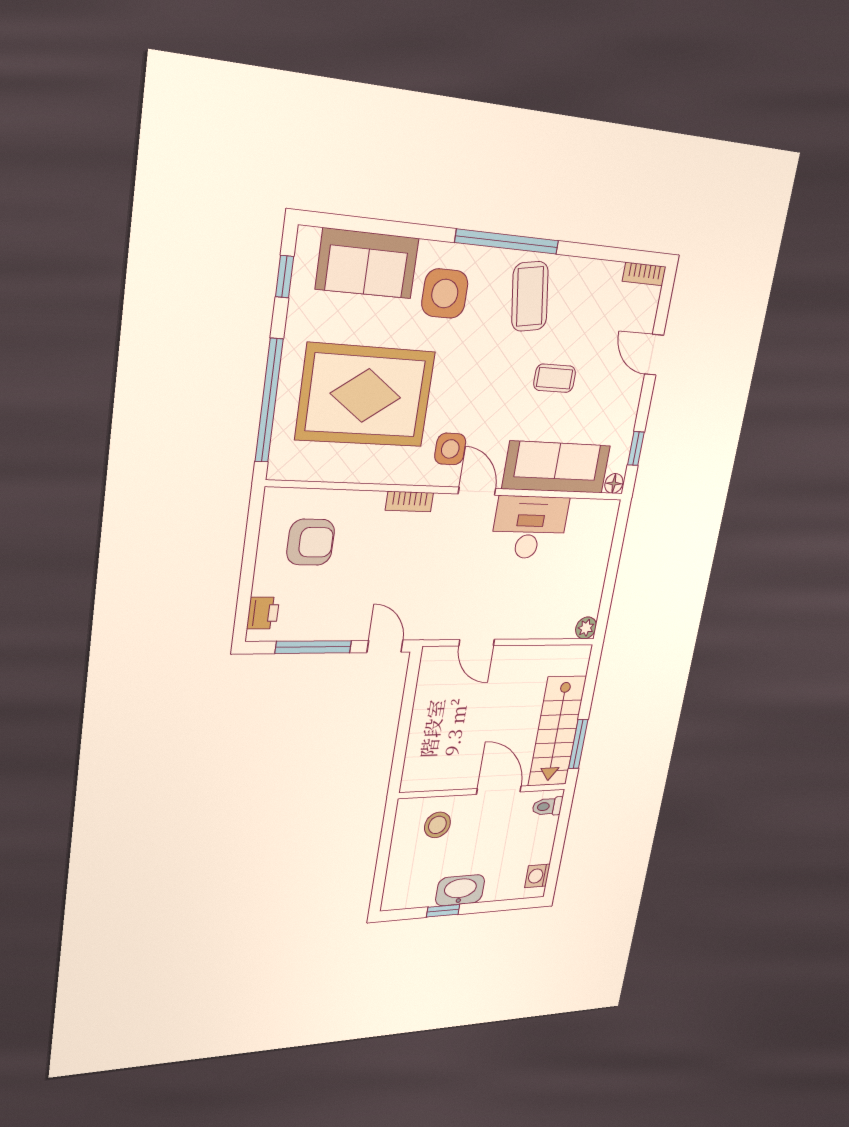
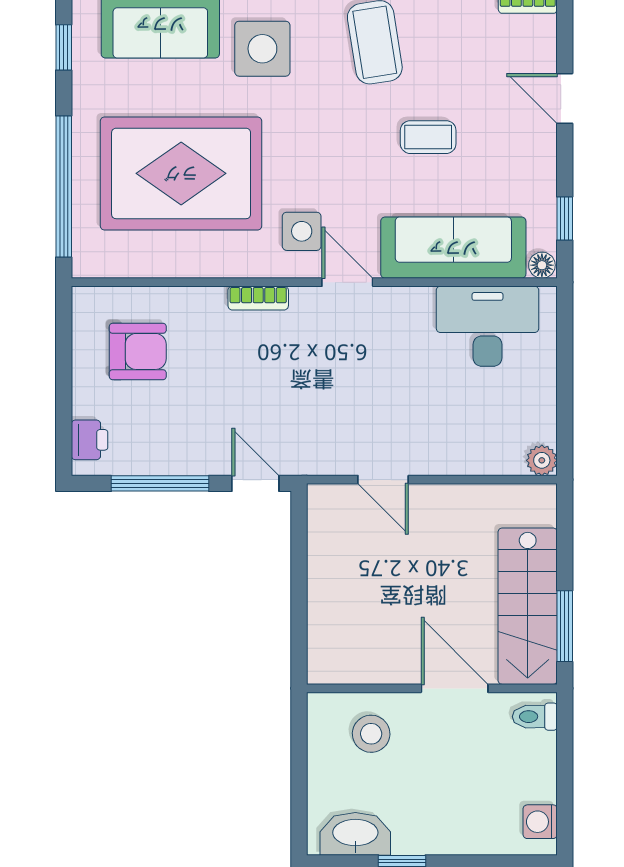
desk: (530, 527) -> (487, 326), moved
washbasin: (460, 890) -> (355, 834), moved

